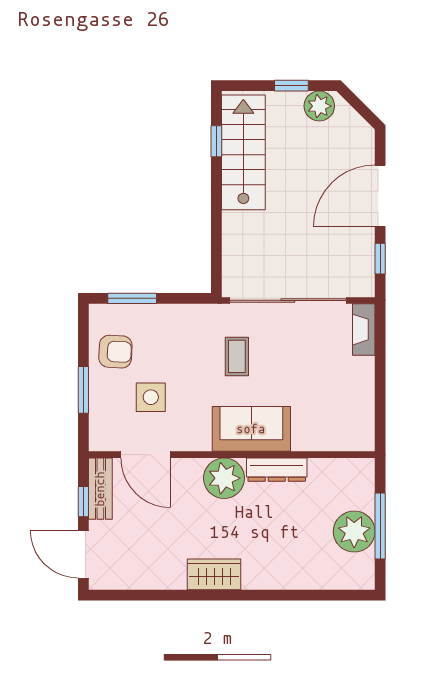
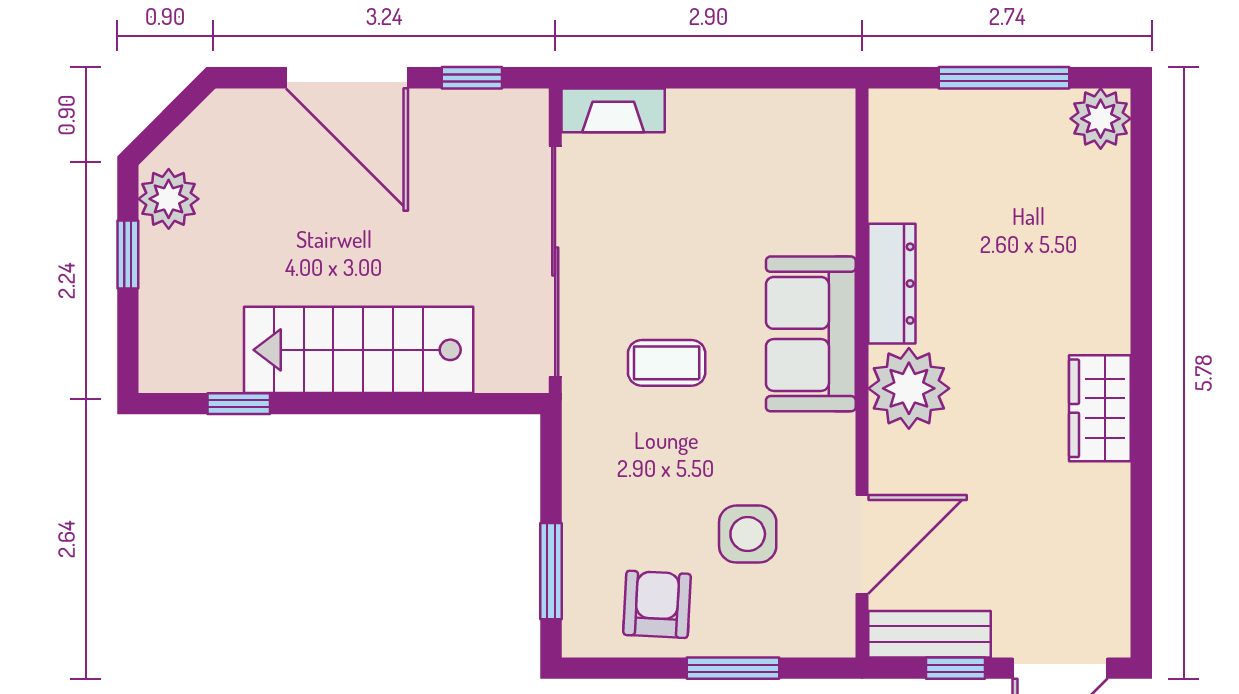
stairs: (243, 152) -> (359, 350), moved
plant: (354, 532) -> (1101, 119), moved, width x0.73, depth x0.73

